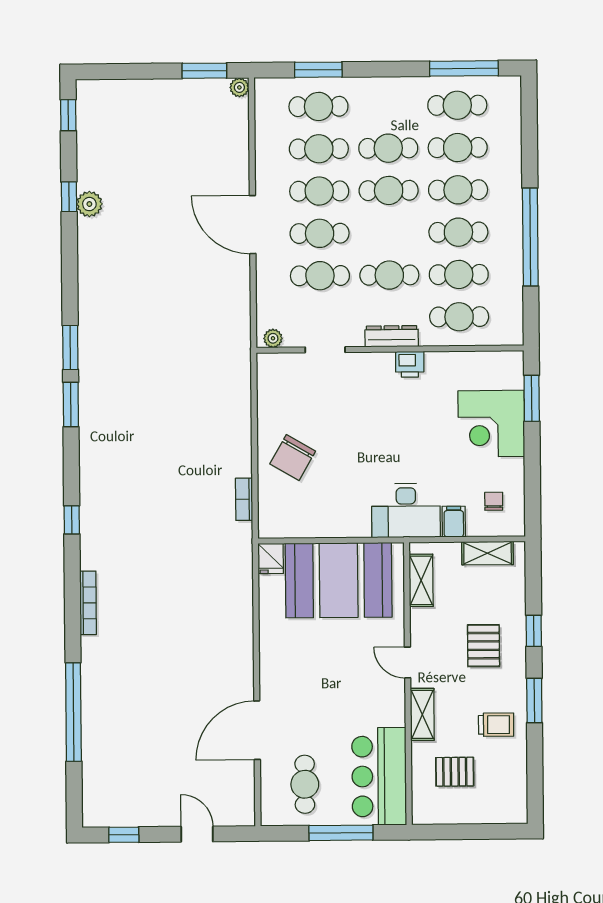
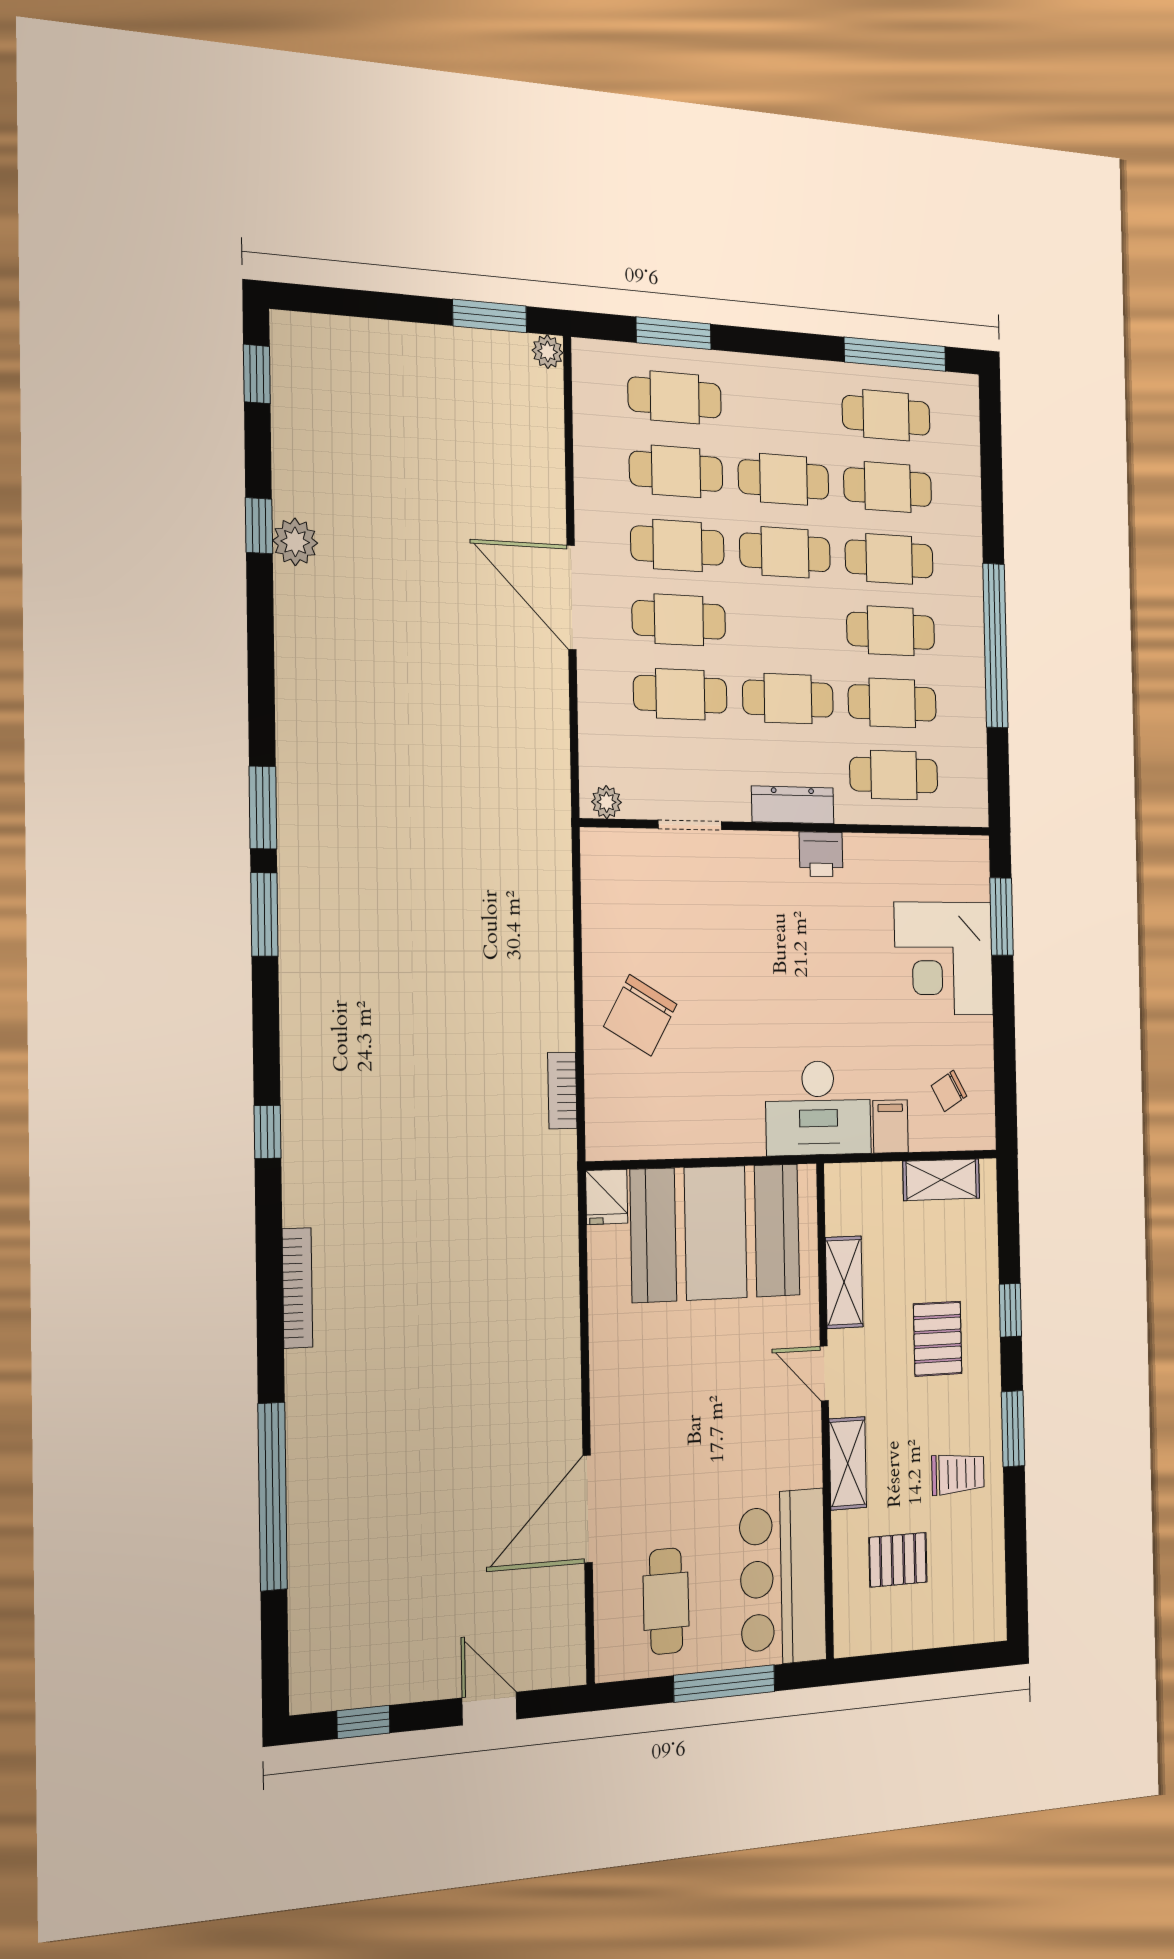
chair: (494, 501) -> (949, 1091), turned -120
shelving: (421, 580) -> (844, 1282), moved

